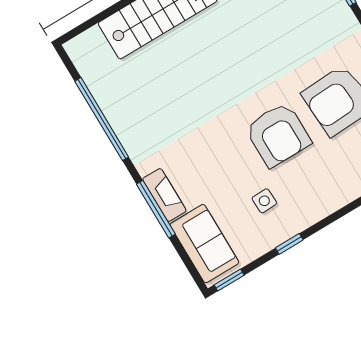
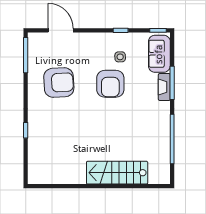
armchair: (278, 135) -> (110, 84), moved, turned 180

